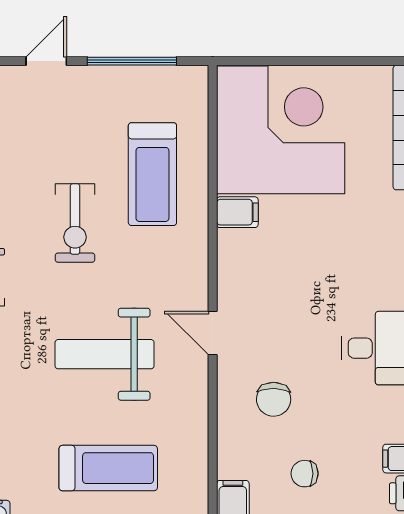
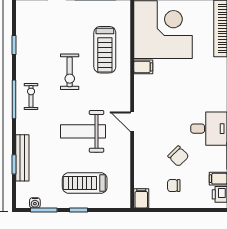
chair: (274, 399) -> (178, 156), moved, turned -46
treadmill: (108, 468) -> (85, 183), turned 180

